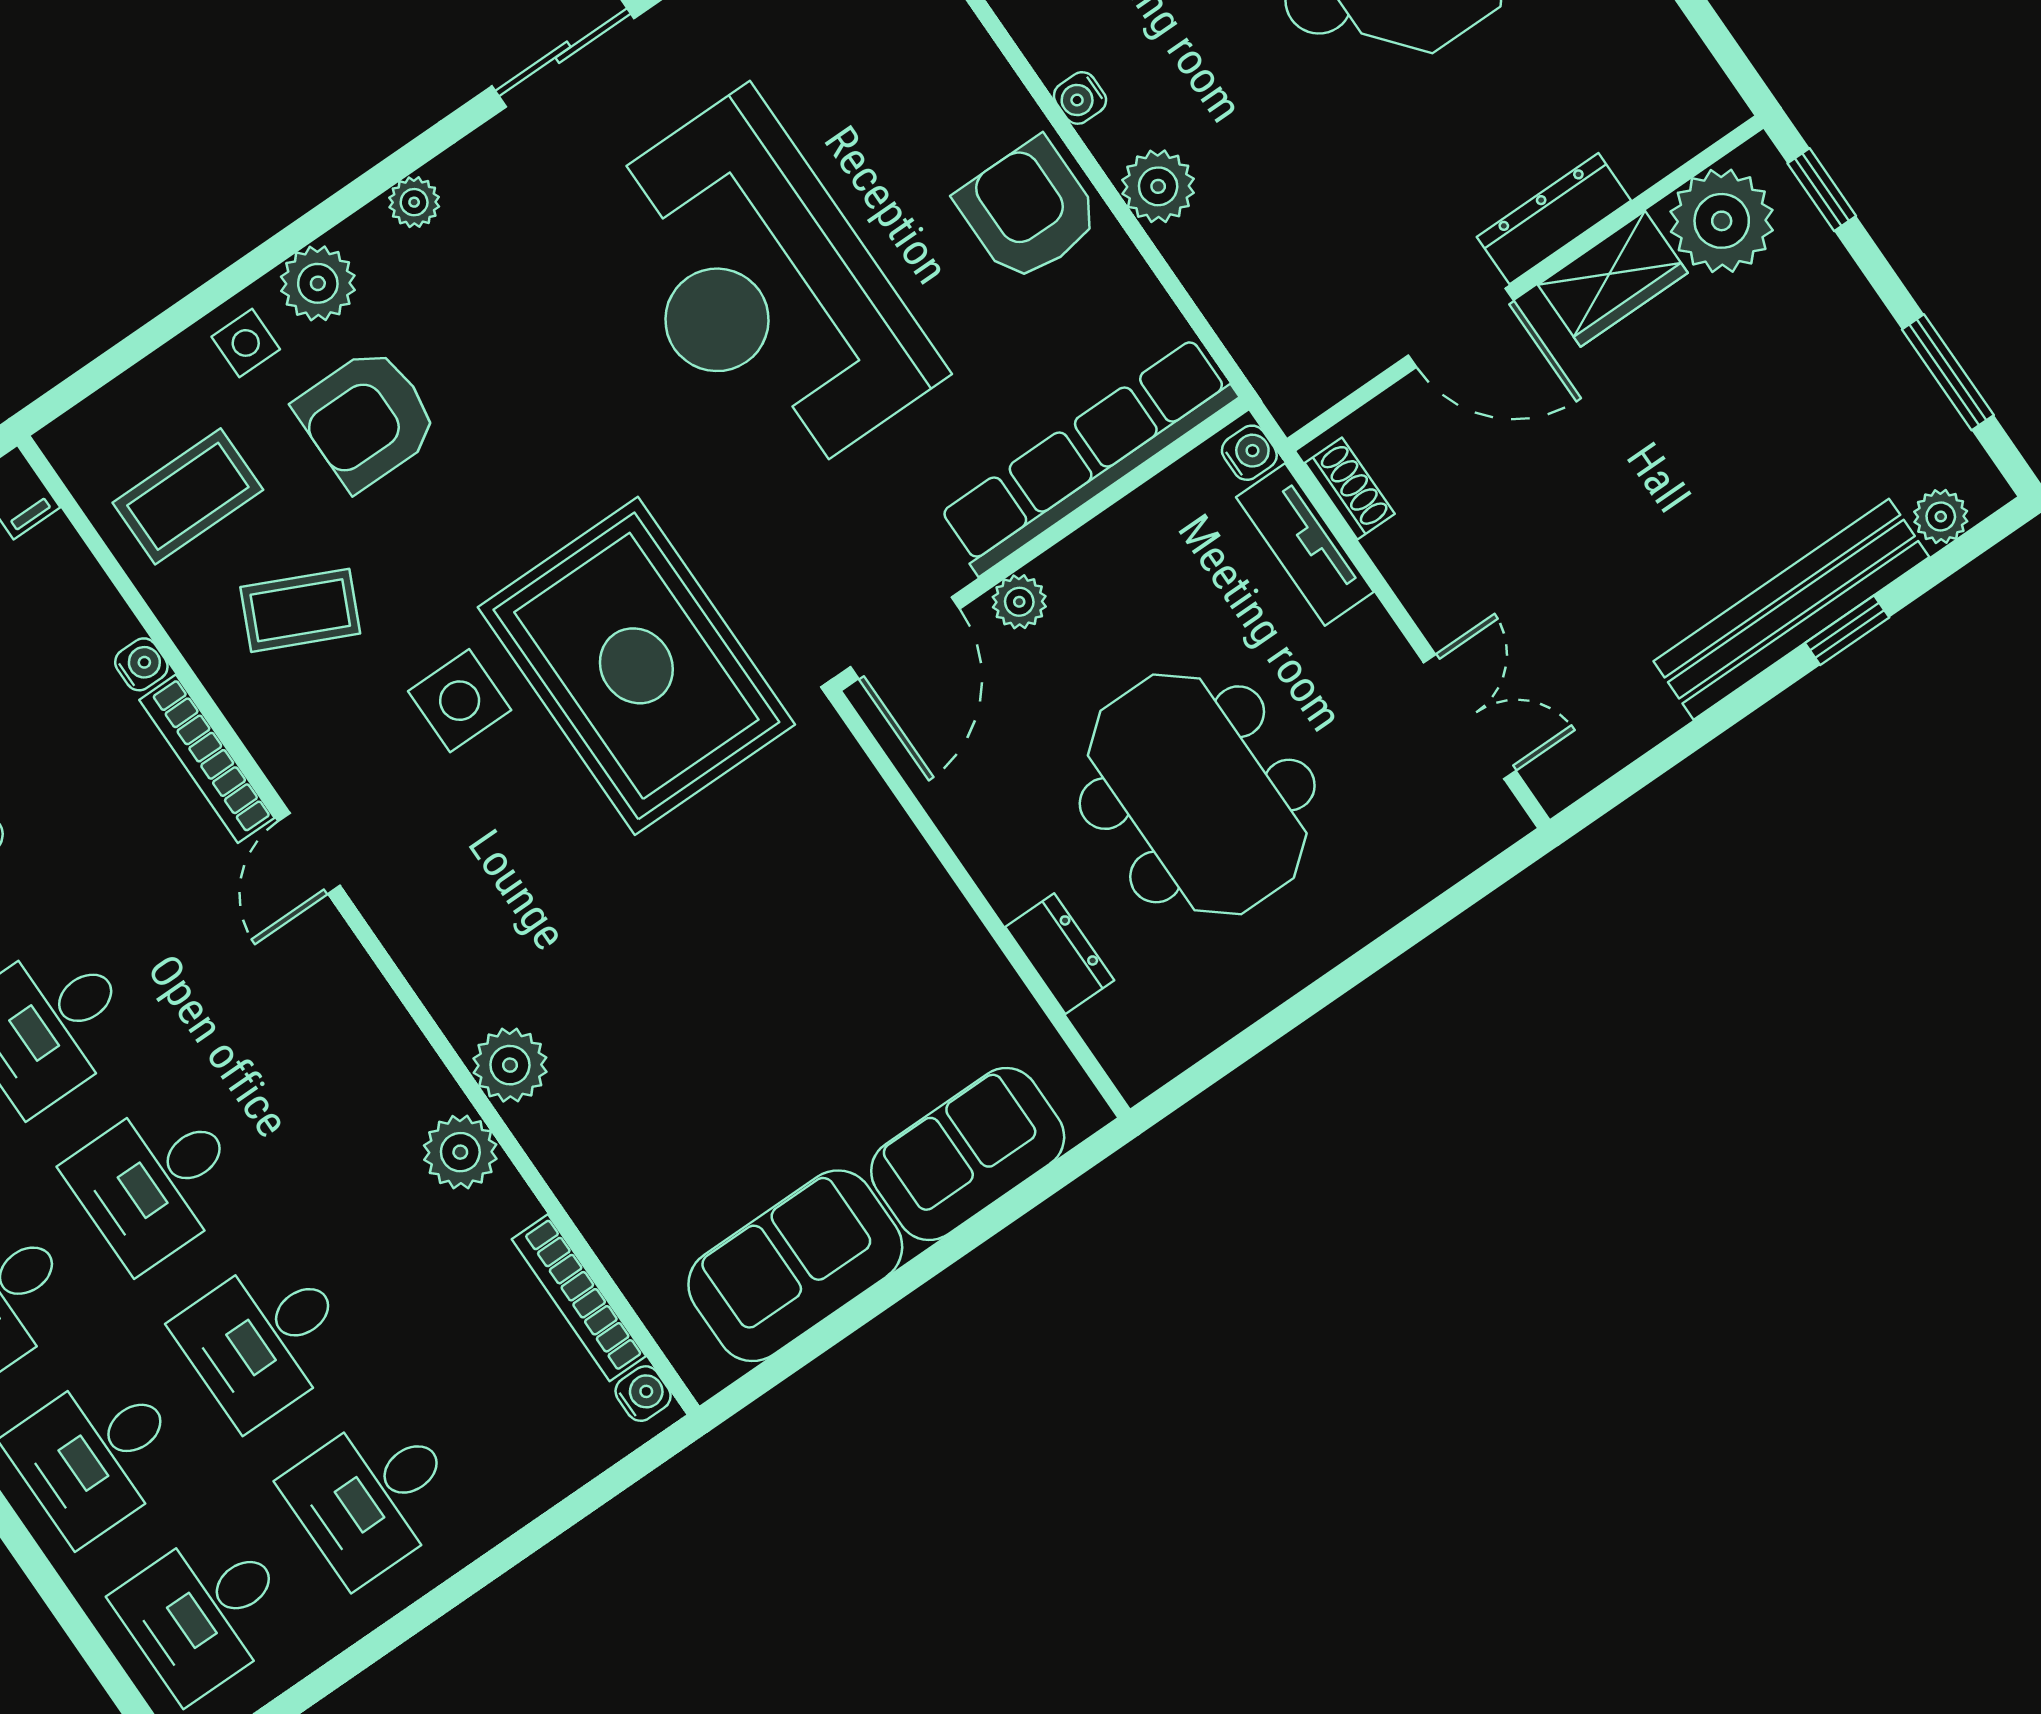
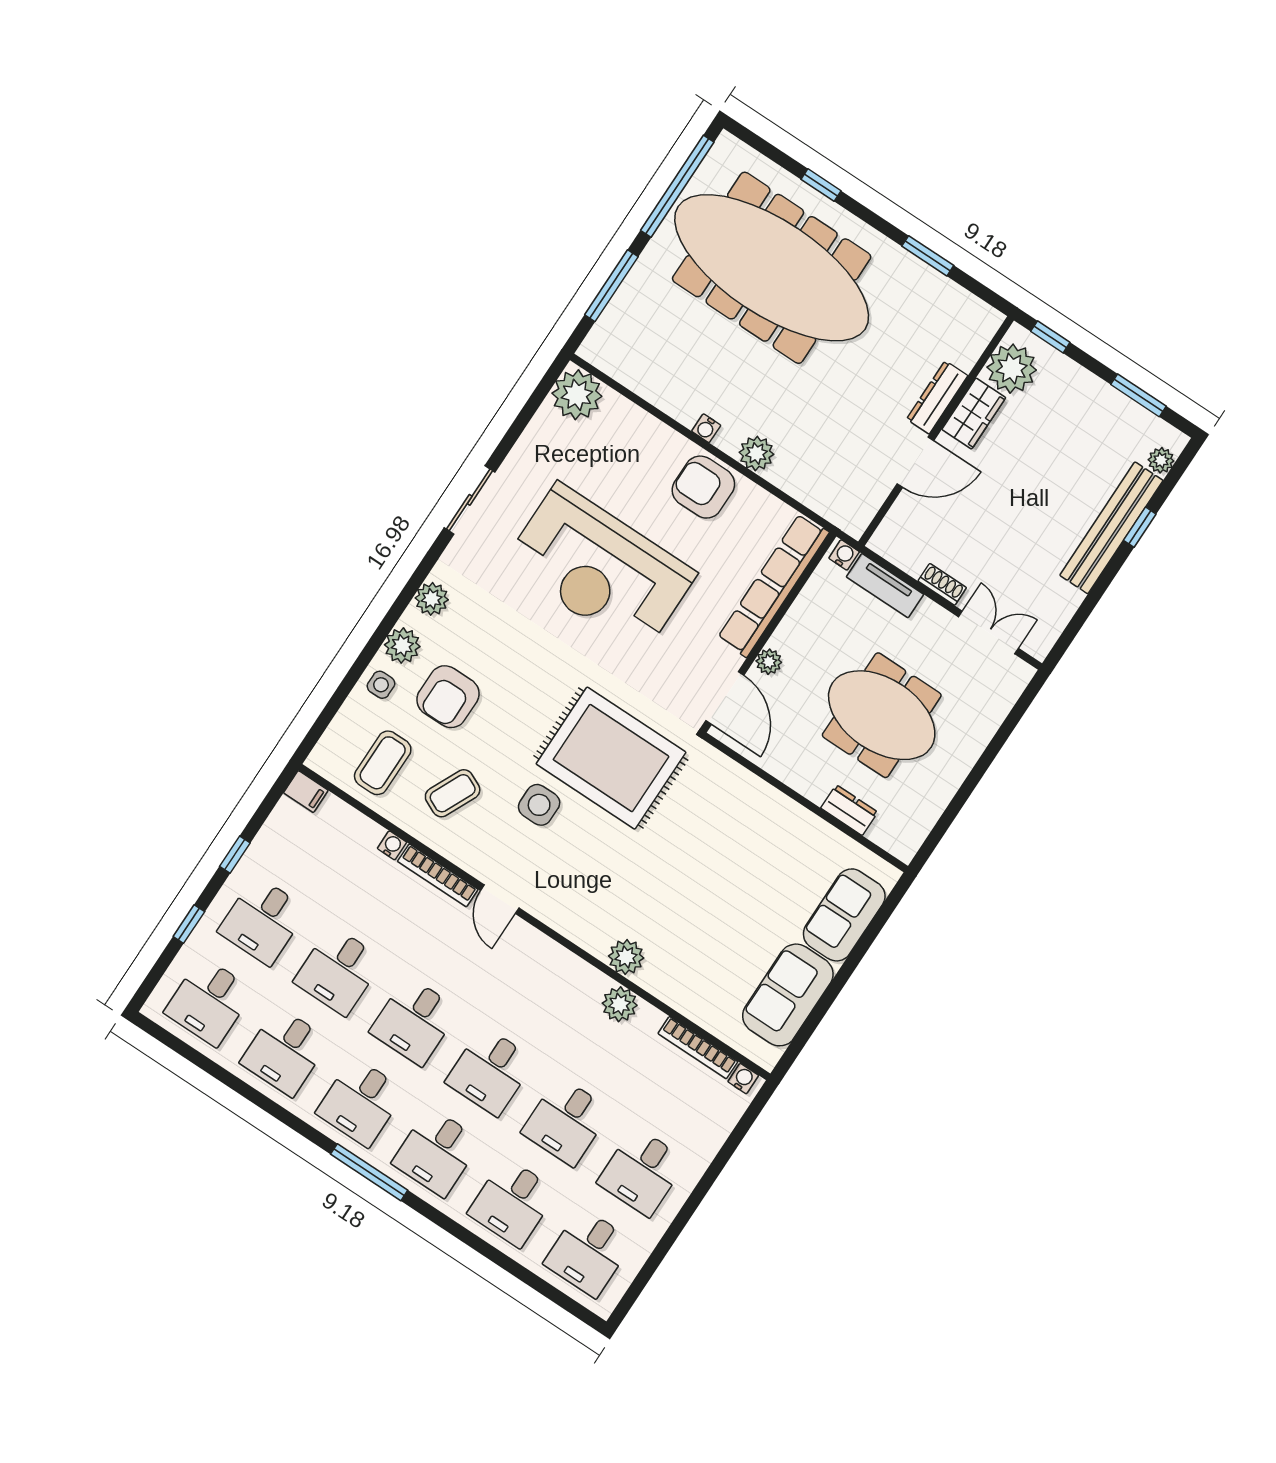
plant: (414, 202) -> (432, 599), width x1.38, depth x1.38
shoe rack: (1350, 488) -> (942, 584), moved

